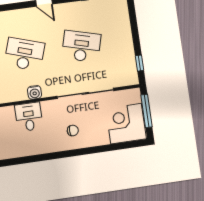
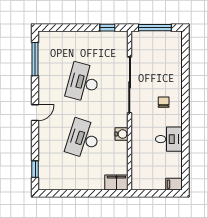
desk: (29, 117) -> (169, 139), moved, turned 180
corner desk: (126, 124) -> (164, 49), removed

